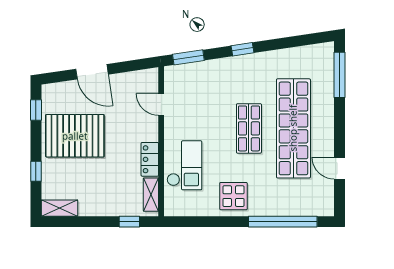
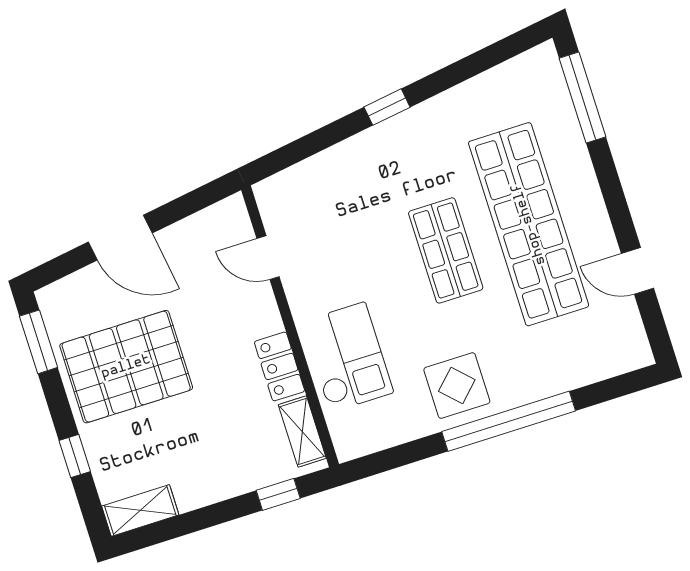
window: (188, 57) -> (291, 154), removed
window: (36, 110) -> (39, 342), width x1.50
window: (283, 222) -> (509, 421), moved

